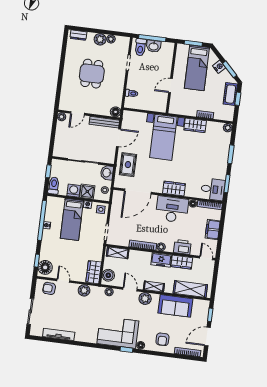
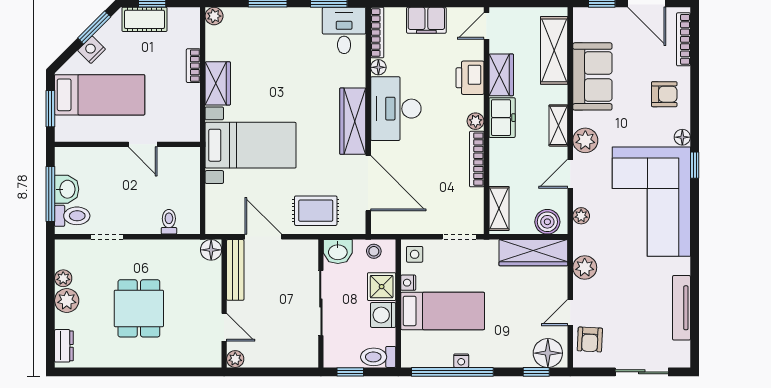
dining table: (92, 74) -> (139, 308), turned 90
wardrobe: (174, 189) -> (353, 121), width x1.50
wardrobe: (94, 272) -> (533, 253), width x1.50
corner sofa: (118, 332) -> (651, 202), width x1.36, depth x1.36

